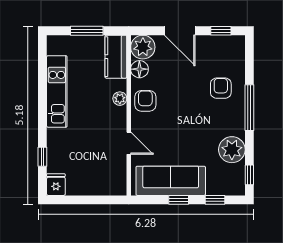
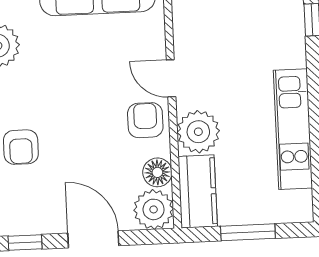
plant: (120, 99) -> (198, 132), width x1.87, depth x1.87
armchair: (145, 101) -> (145, 120), turned 180
door: (129, 143) -> (171, 78), moved

